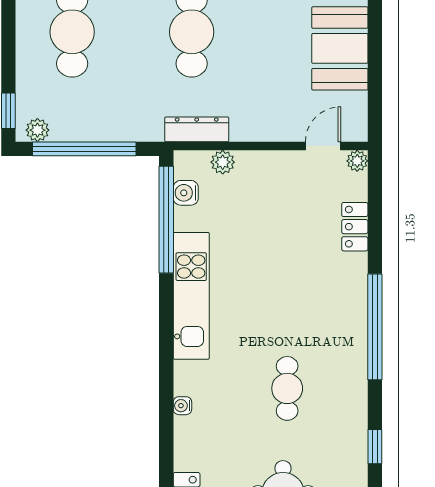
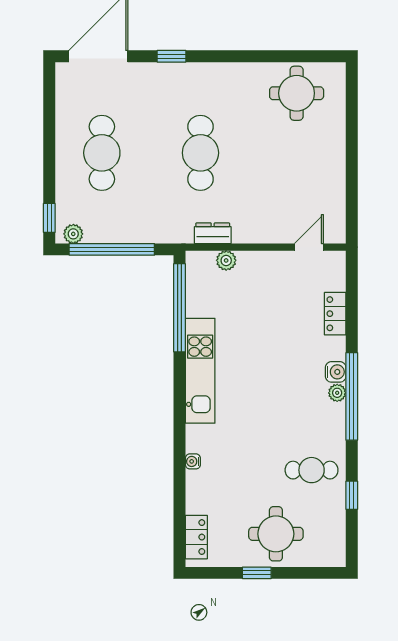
booth: (340, 48) -> (323, 167), removed
dresser: (197, 129) -> (213, 233), width x0.70
plant: (357, 161) -> (337, 393), moved
water cooler: (186, 193) -> (336, 372), moved, turned 180
cafe table: (287, 388) -> (312, 470), moved, turned 90

